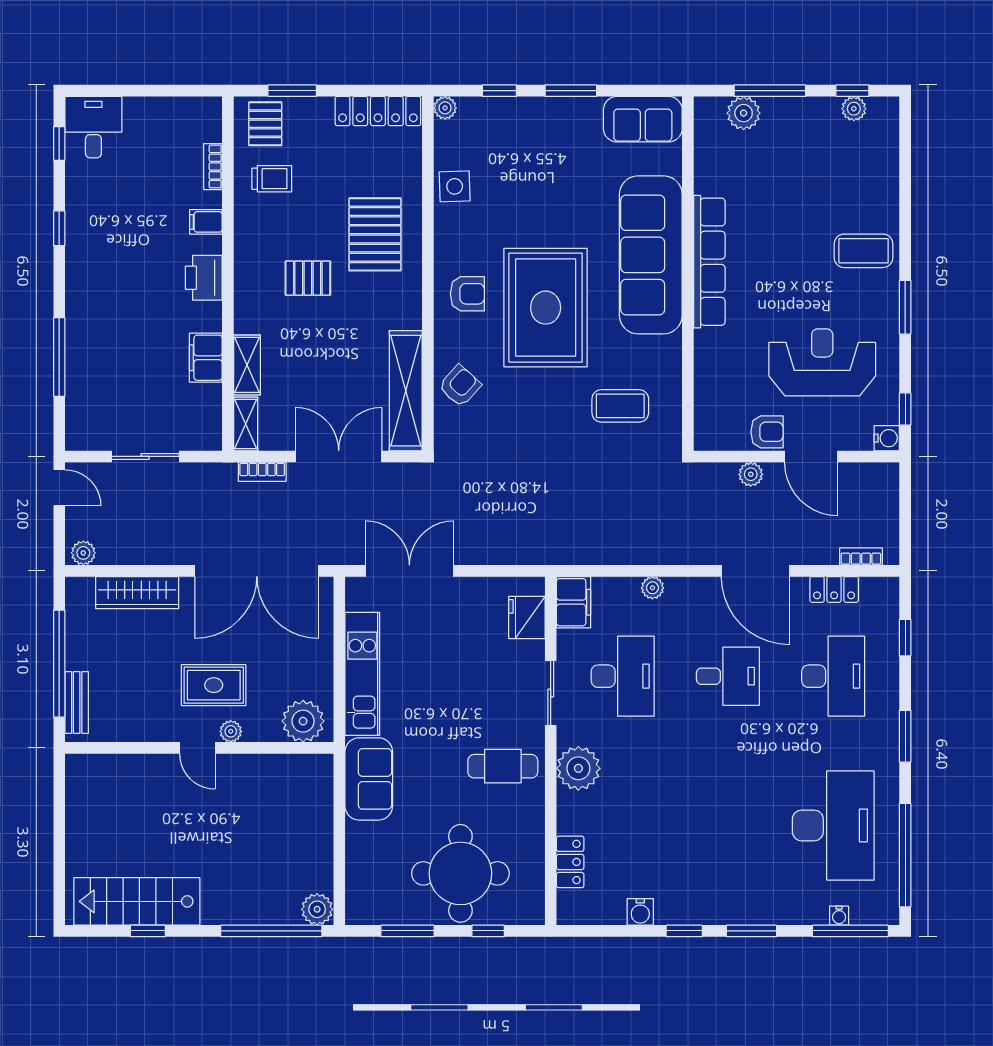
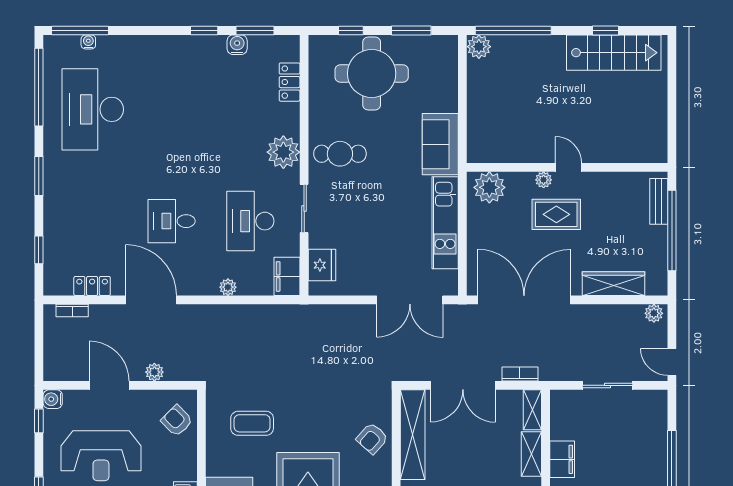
armchair: (767, 432) -> (177, 421), moved, turned 45
desk: (833, 676) -> (93, 221), removed
window: (751, 931) -> (255, 31), moved

